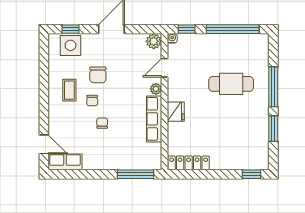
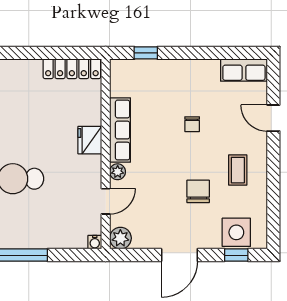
window: (187, 29) -> (75, 255), removed
chair: (92, 101) -> (206, 156), removed
door: (44, 144) -> (273, 118), moved
window: (135, 174) -> (146, 53), width x0.46

